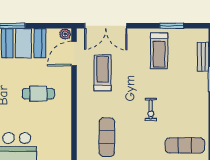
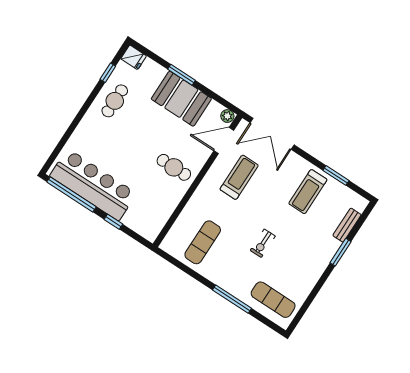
cafe table: (38, 94) -> (174, 167), moved

